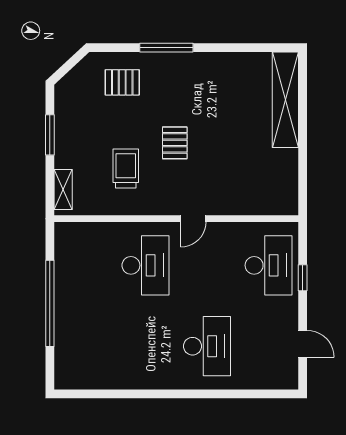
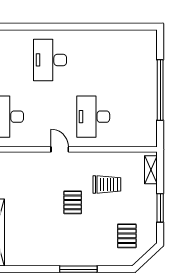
pallet: (122, 82) -> (127, 236), moved, turned 90
trolley: (126, 168) -> (107, 184), turned -90
door: (193, 219) -> (60, 149), hinge flipped

